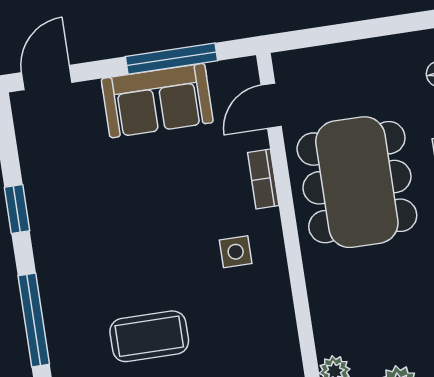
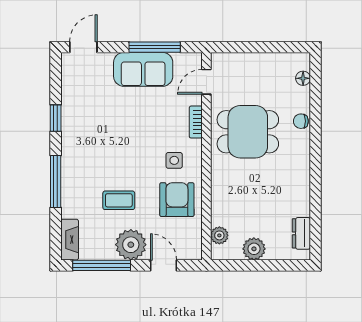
dining table: (357, 182) -> (248, 132), width x0.73
armchair: (251, 320) -> (177, 200), added
coffee table: (149, 336) -> (119, 200), width x0.73, depth x0.77

